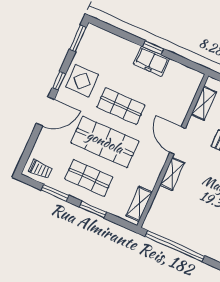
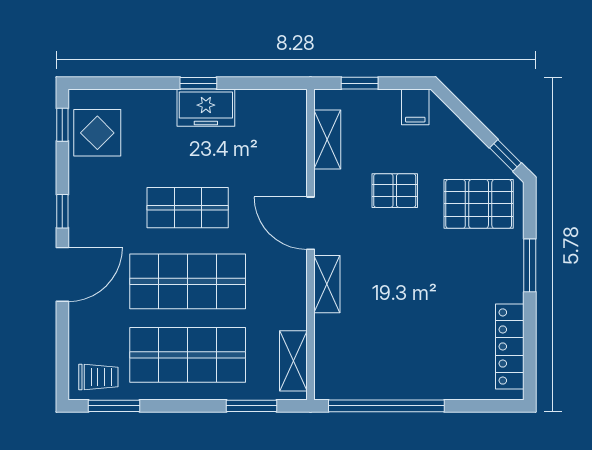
window: (78, 38) -> (62, 125), width x0.67
display table: (82, 81) -> (97, 133), moved
shop shelf: (89, 178) -> (188, 355), width x1.43, depth x1.36
window: (55, 193) -> (114, 406), moved
window: (93, 210) -> (251, 406), moved

